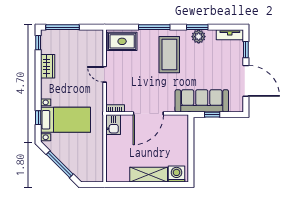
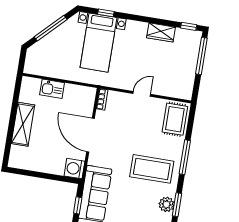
kitchen sink: (113, 125) -> (52, 89), moved
washing machine: (177, 174) -> (74, 169), moved, turned 180

